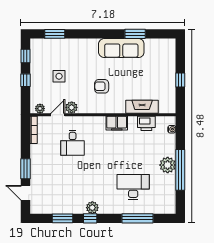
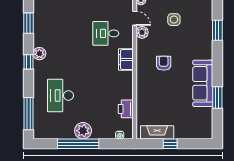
window: (55, 34) -> (217, 30), moved
fireplace: (142, 107) -> (157, 132), moved, turned -90
filing cabinet: (117, 123) -> (126, 60), moved
desk: (133, 187) -> (60, 95), turned 180
window: (90, 218) -> (28, 62), moved
window: (138, 218) -> (28, 114), moved

